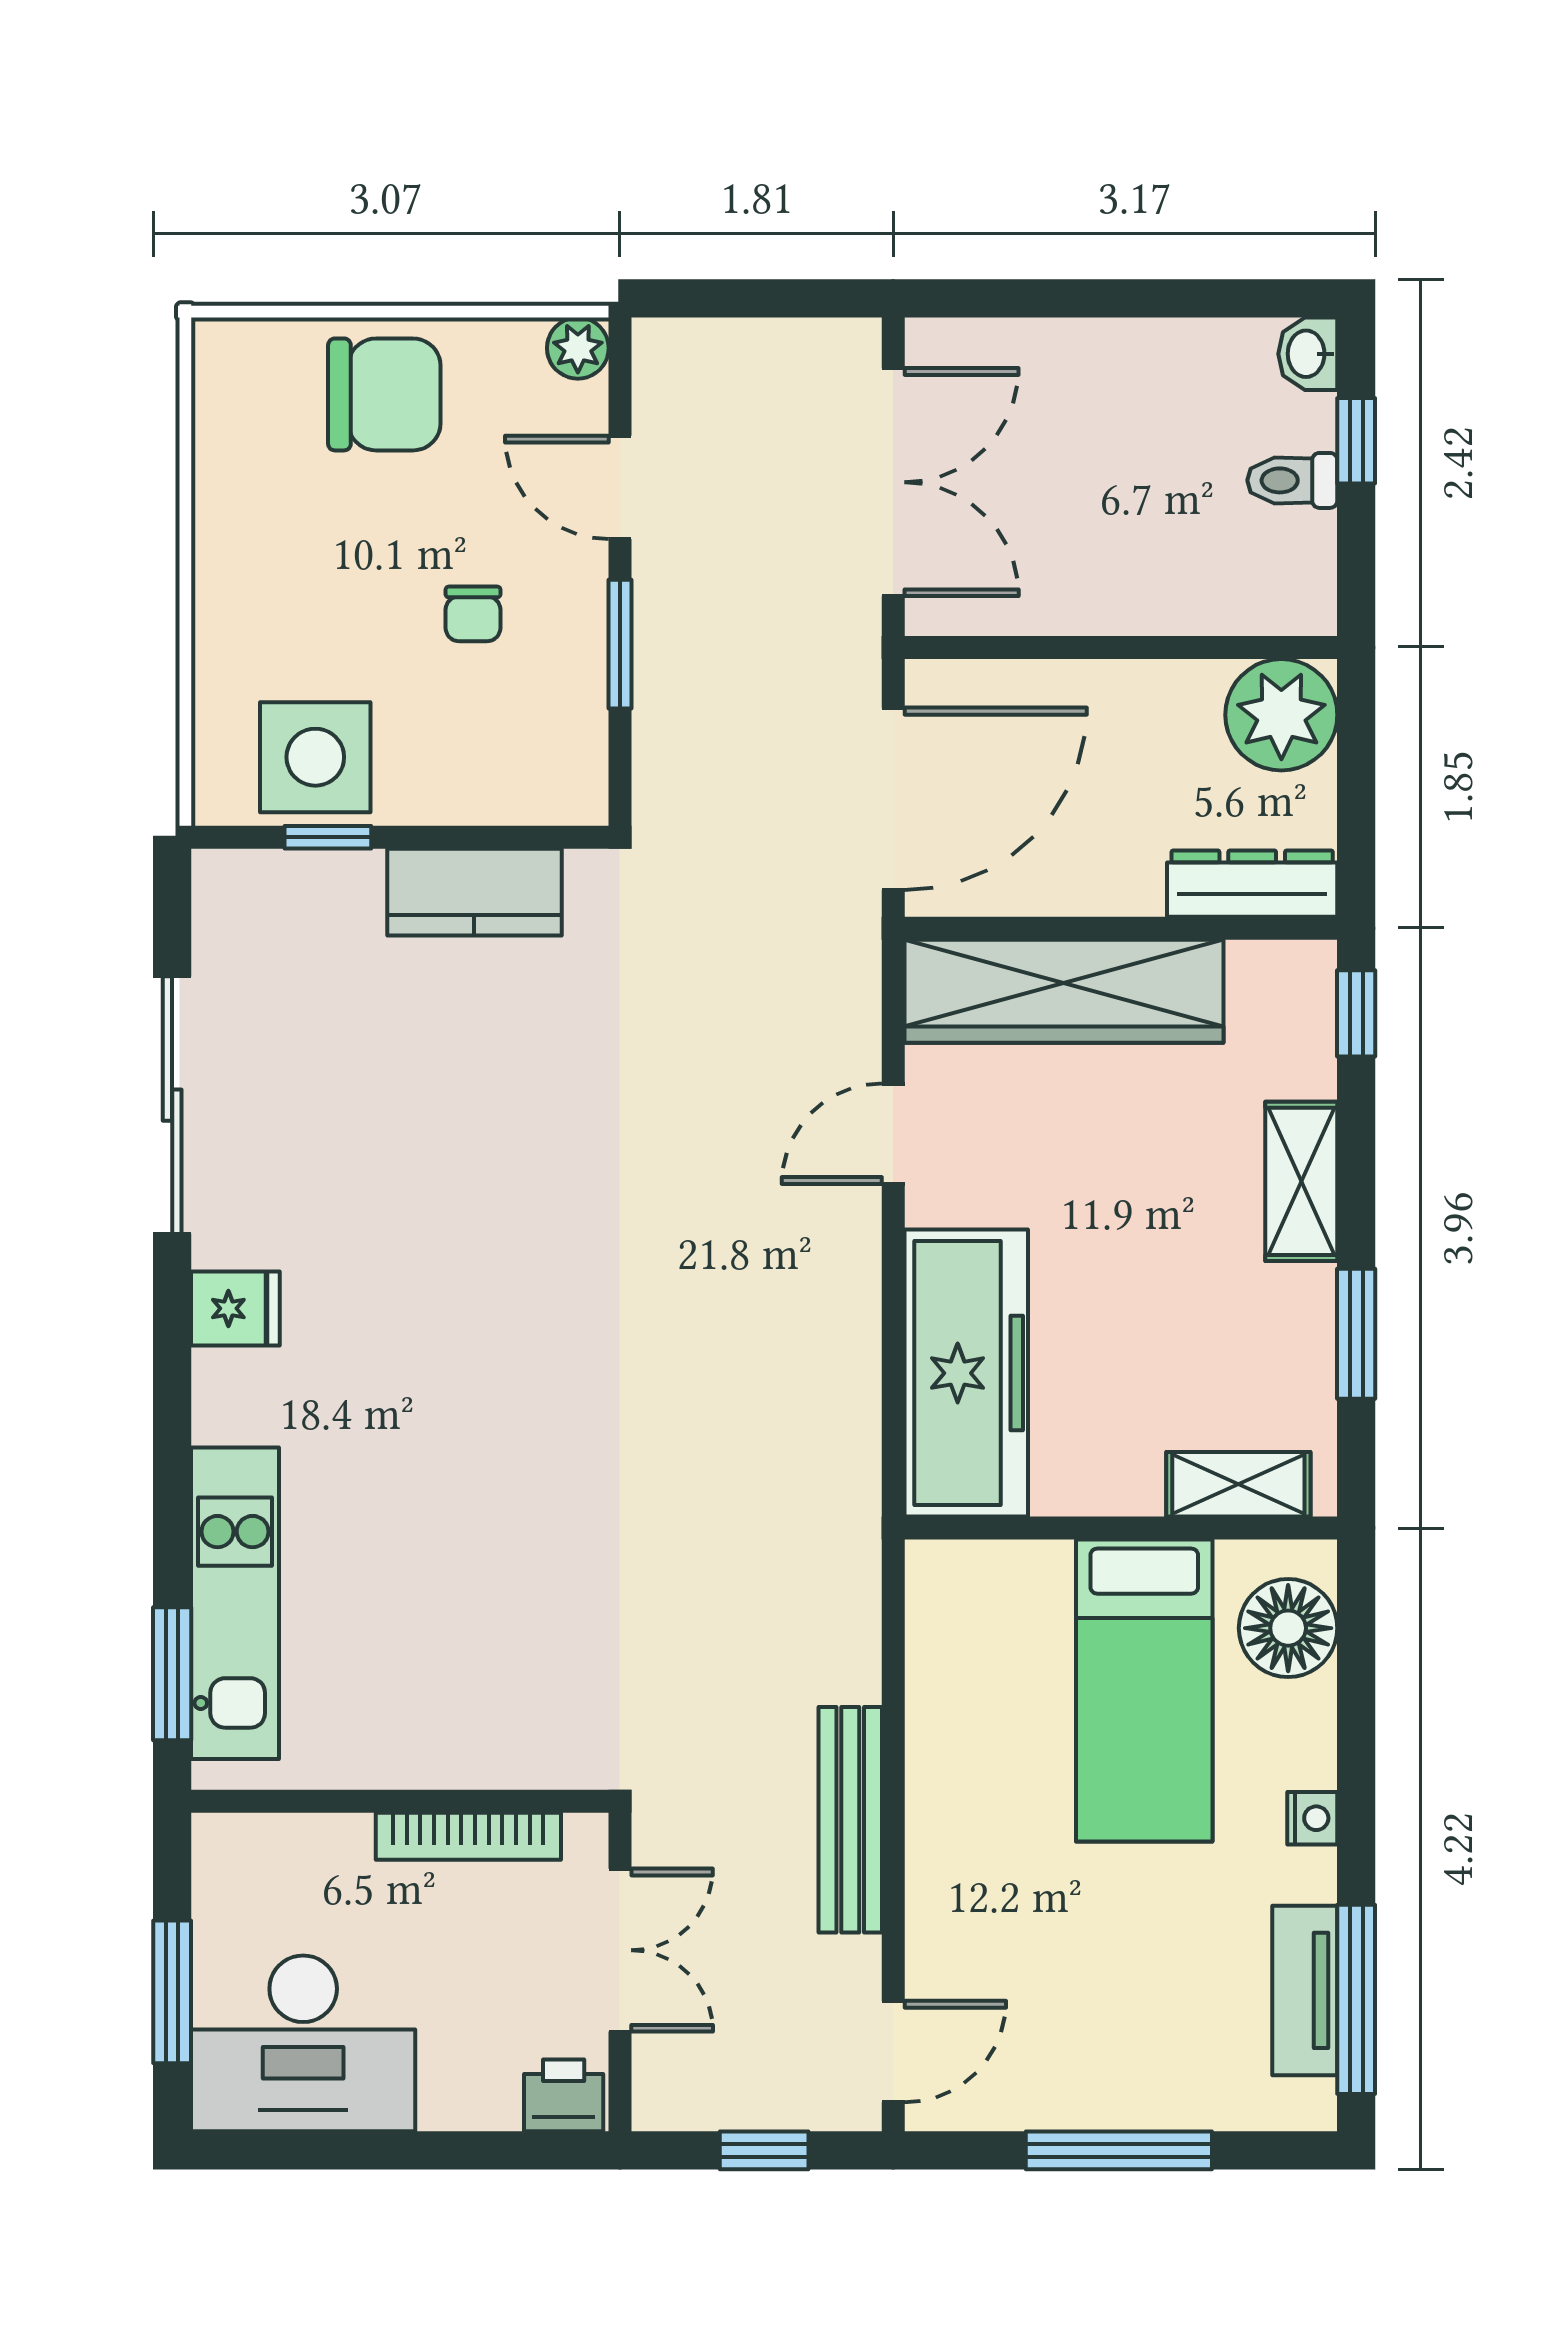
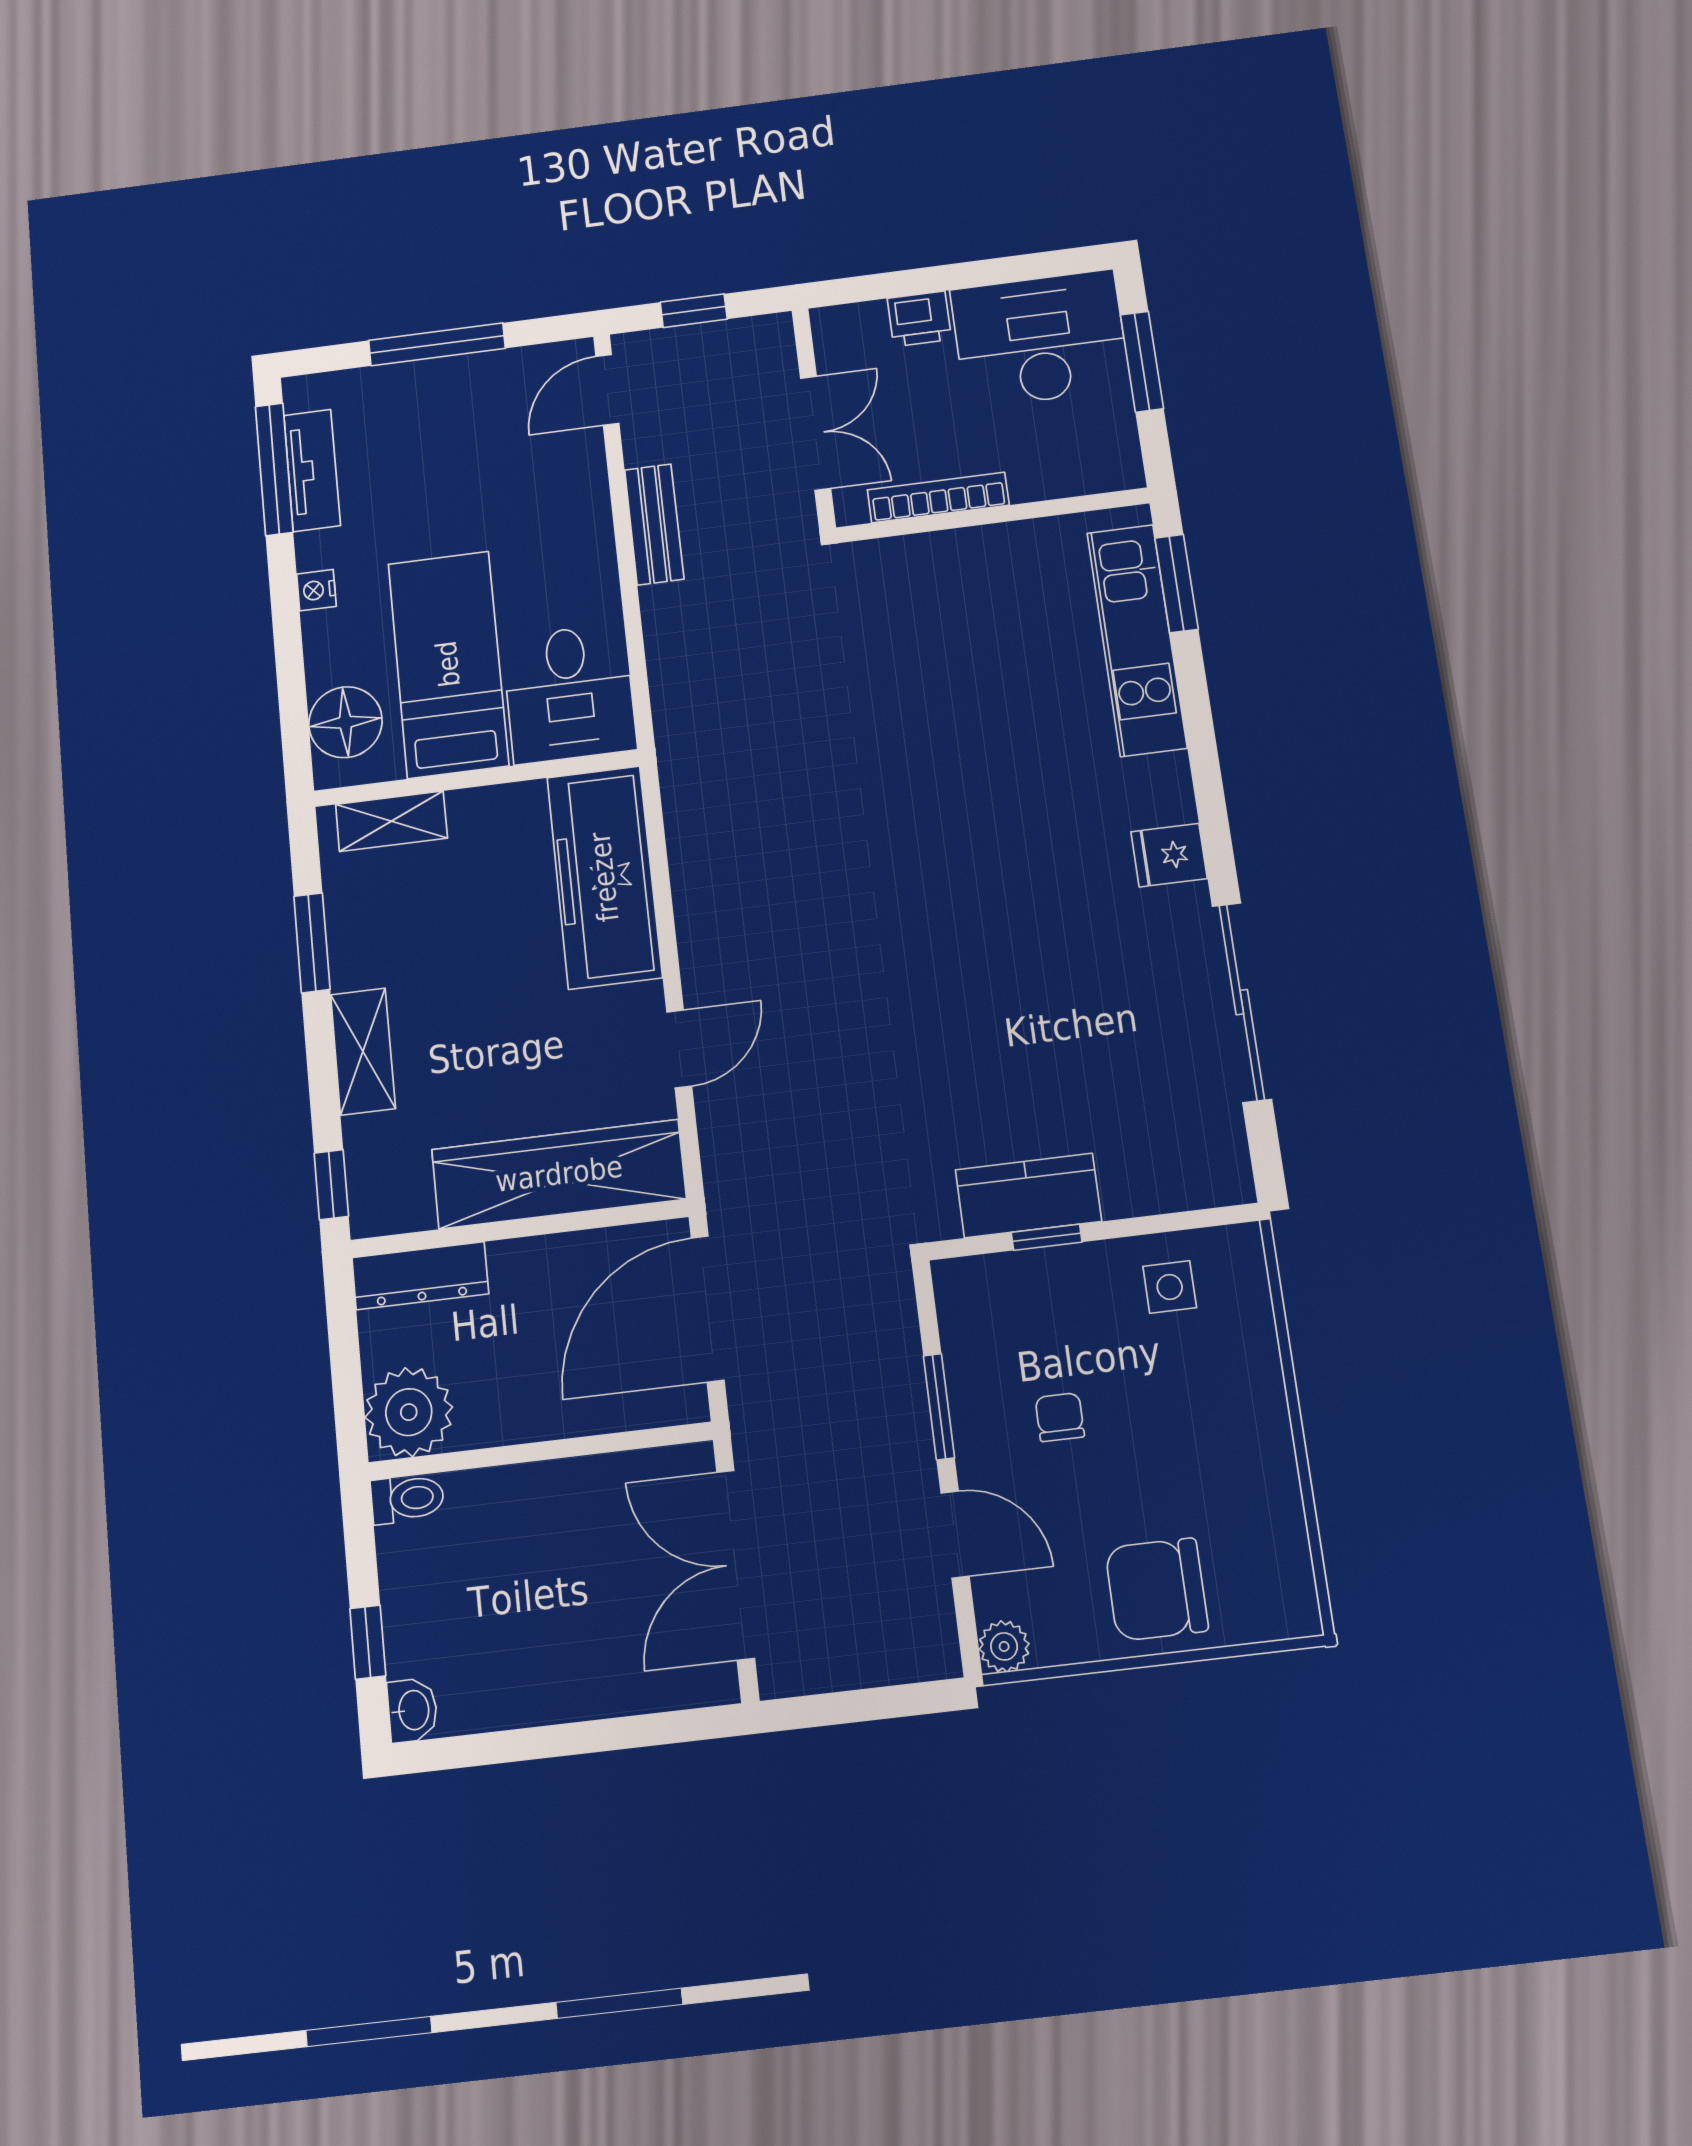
toilet: (1292, 480) -> (407, 1499), moved
side table: (315, 757) -> (1170, 1287), width x0.54, depth x0.54
window: (328, 837) -> (1047, 1237), moved
desk: (987, 1629) -> (569, 693), added
bench: (850, 1820) -> (654, 524), width x0.73
double door: (620, 1950) -> (816, 433), swing flipped
printer: (564, 2095) -> (919, 319), moved

